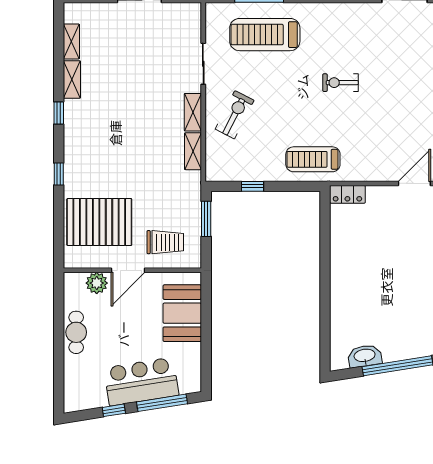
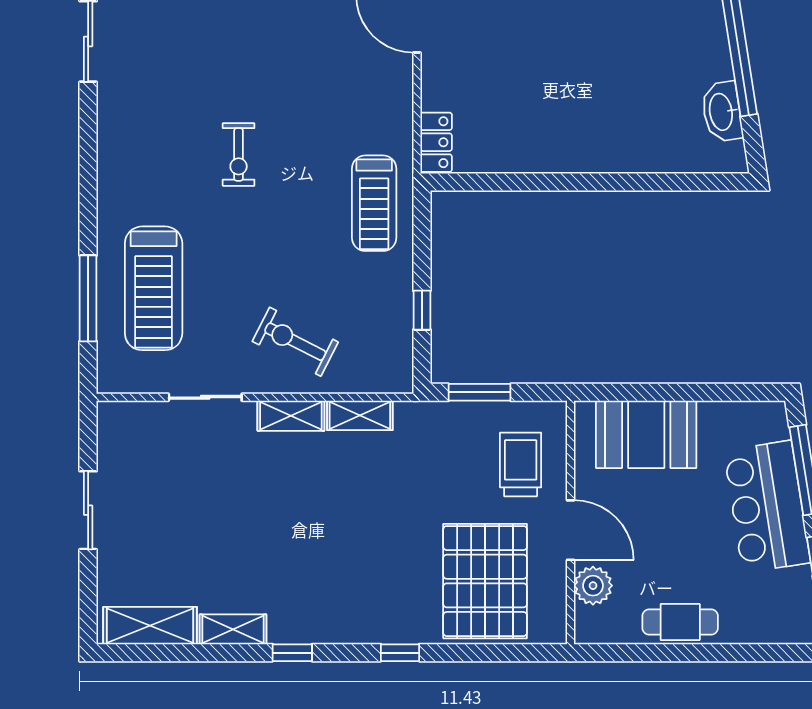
shelving: (71, 41) -> (150, 626), width x1.50, depth x1.33

